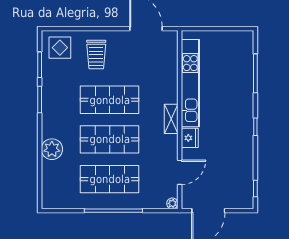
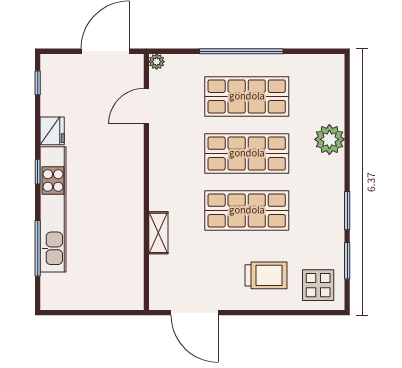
trolley: (96, 54) -> (266, 275), turned 90
kitchen unit: (190, 83) -> (53, 209), moved, turned 180
shelving: (171, 119) -> (158, 233), moved
fridge: (190, 138) -> (52, 131), moved, turned 180

